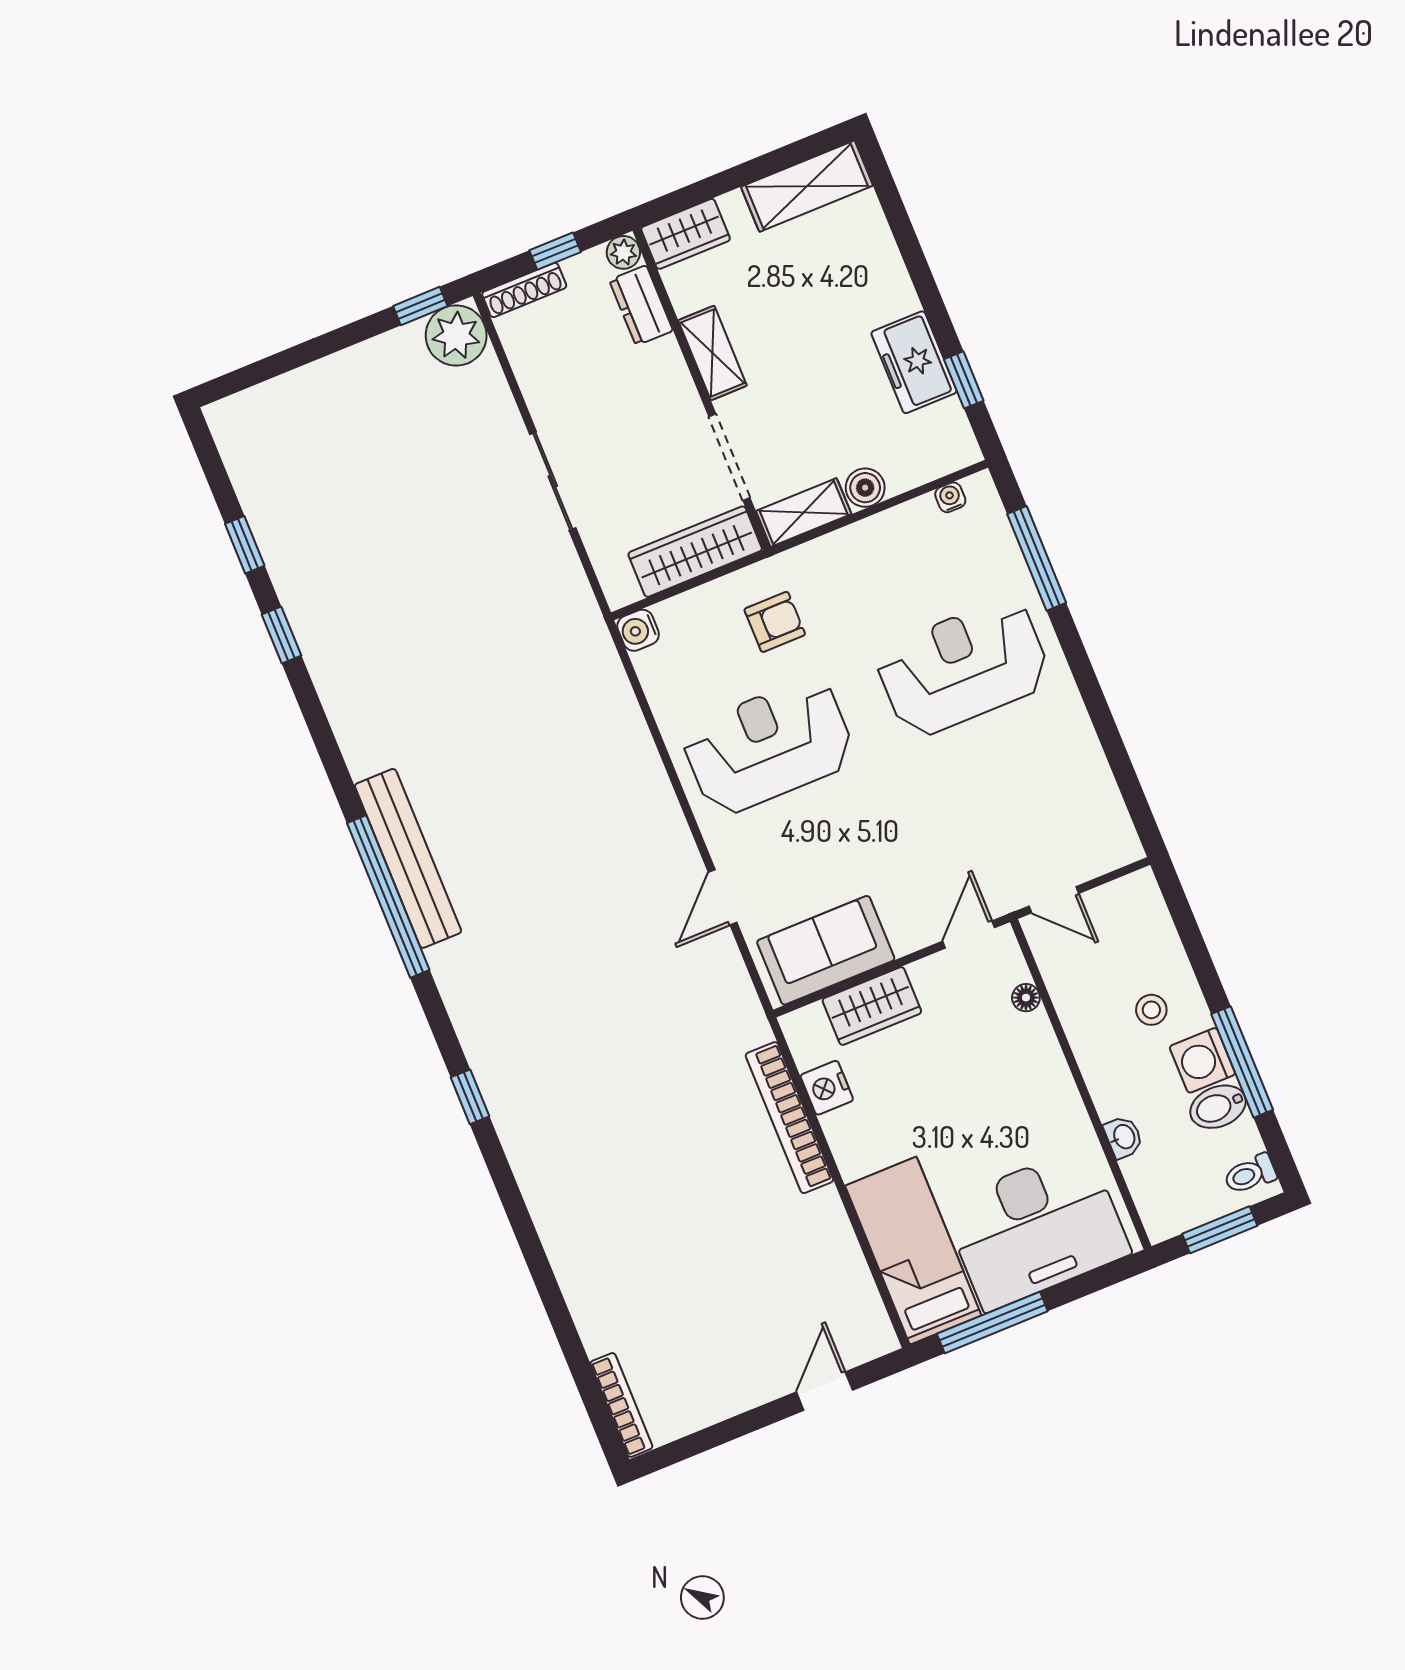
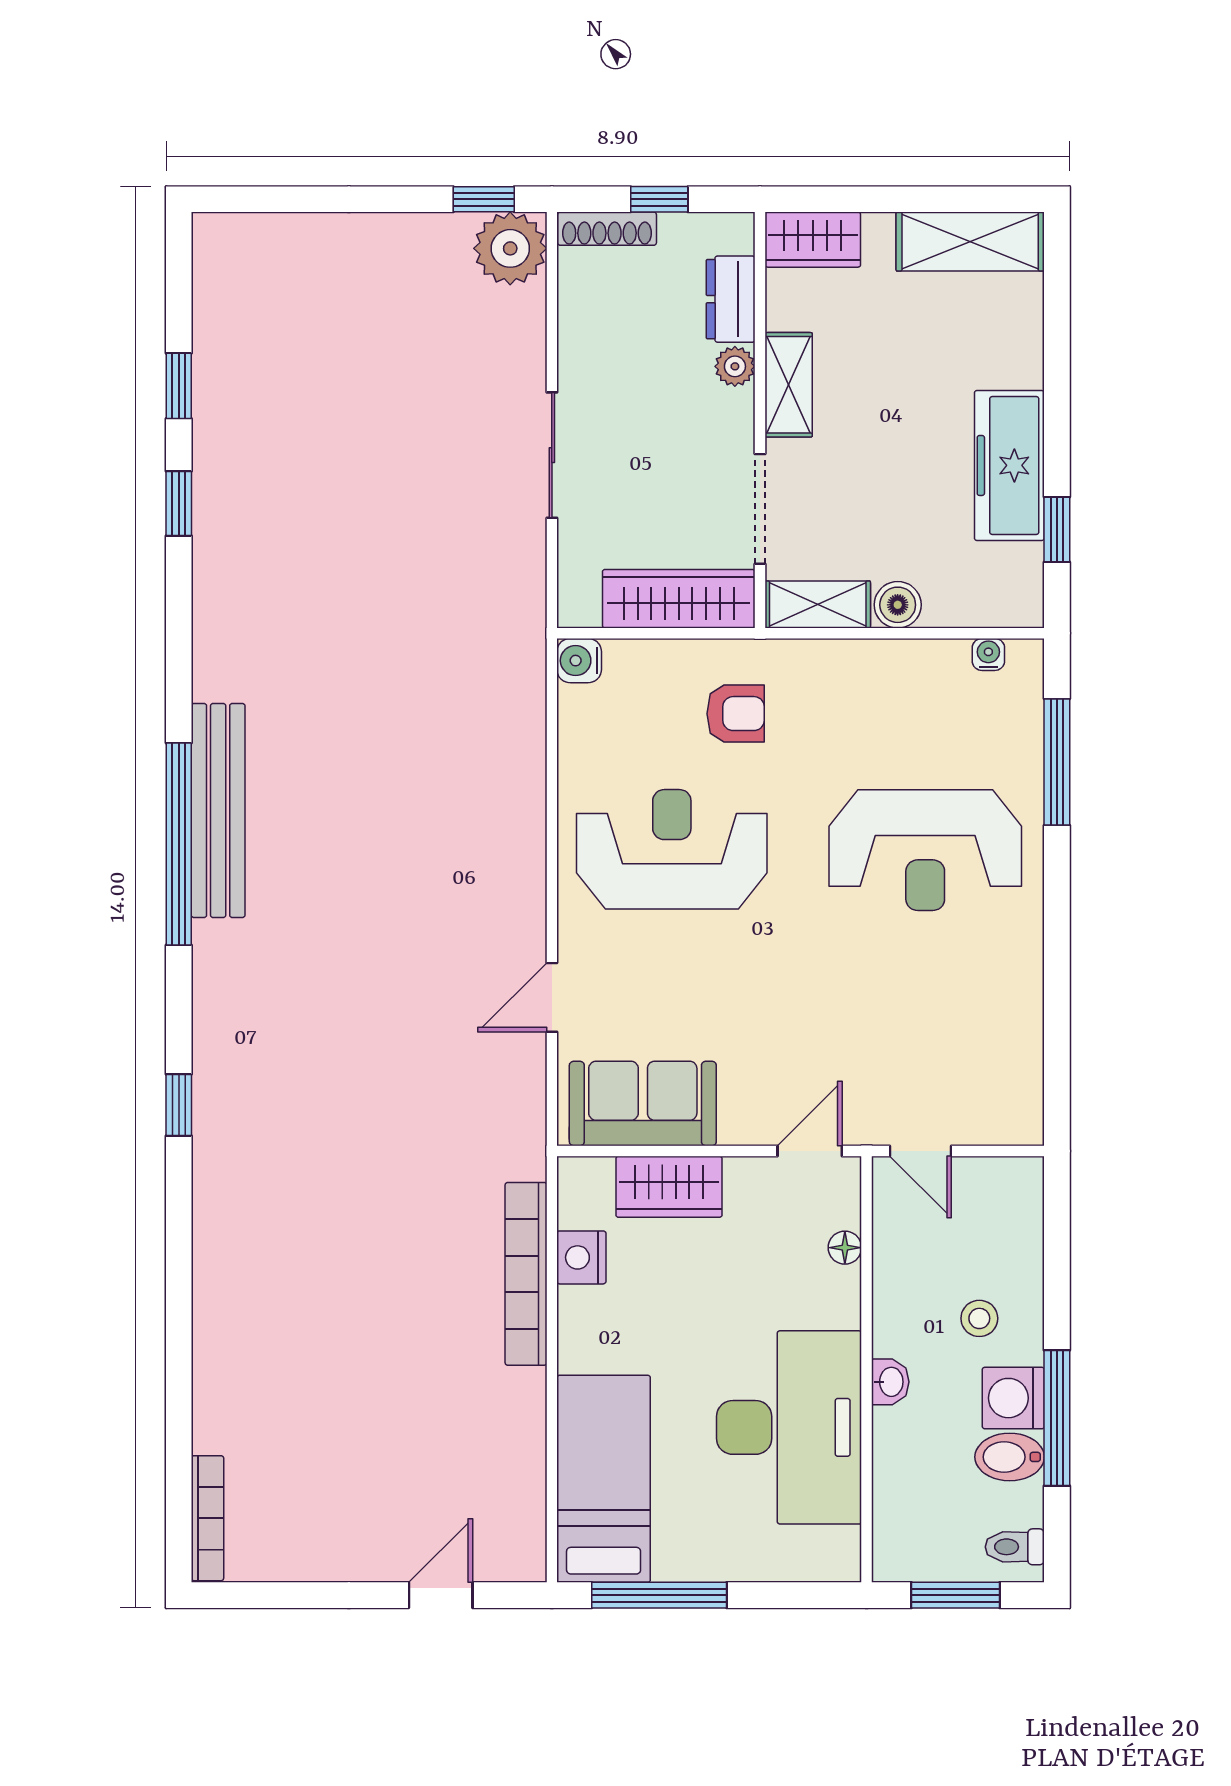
plant: (623, 252) -> (735, 366), moved
freezer: (914, 362) -> (1009, 465), width x1.40
reception desk: (963, 667) -> (925, 850), turned 180
washbasin: (1123, 1137) -> (890, 1382), moved
desk: (1036, 1228) -> (789, 1427), moved, turned -90

